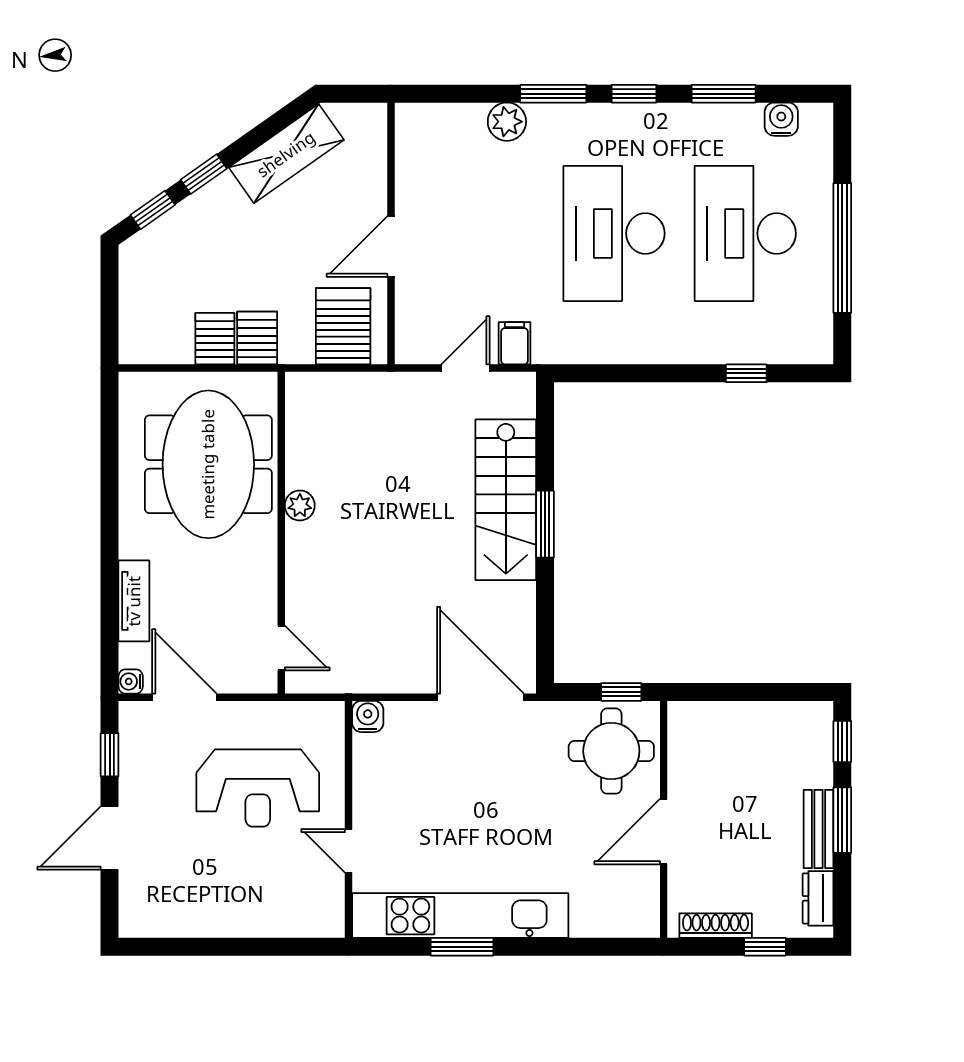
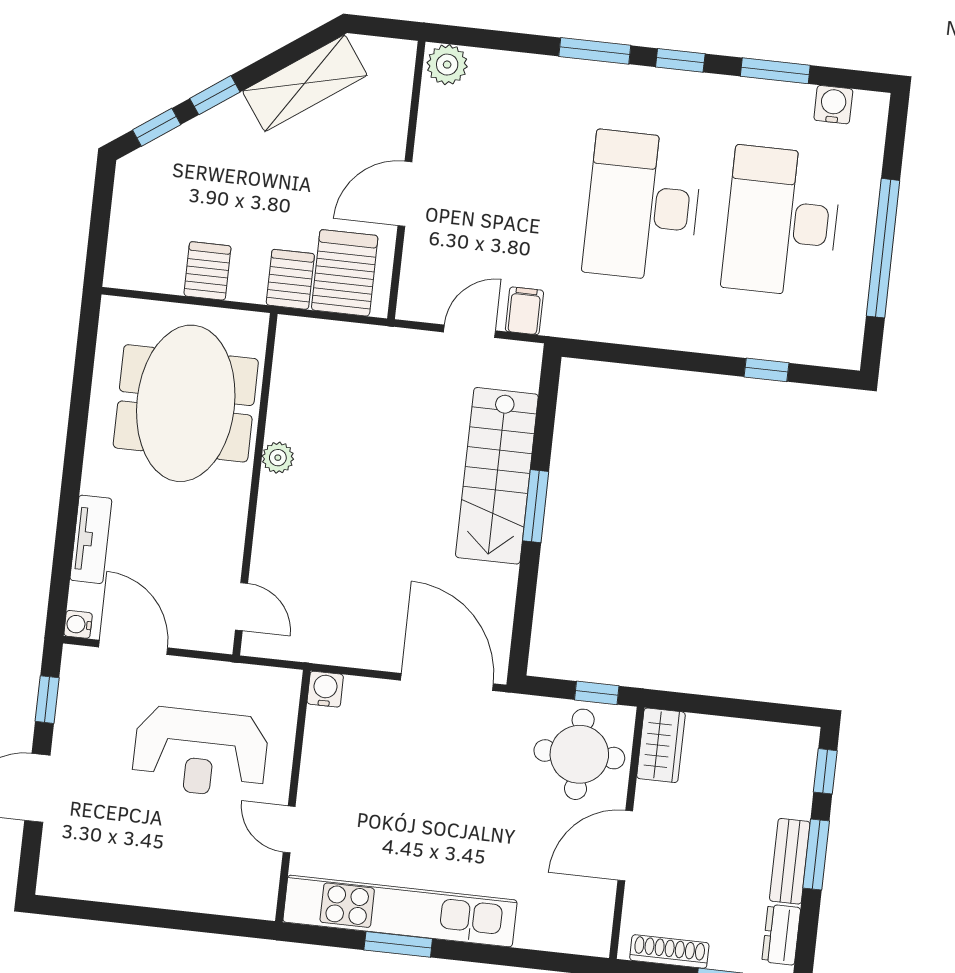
plant: (507, 122) -> (447, 65), moved
server rack: (257, 338) -> (290, 279), moved
wardrobe: (686, 734) -> (661, 745), added

